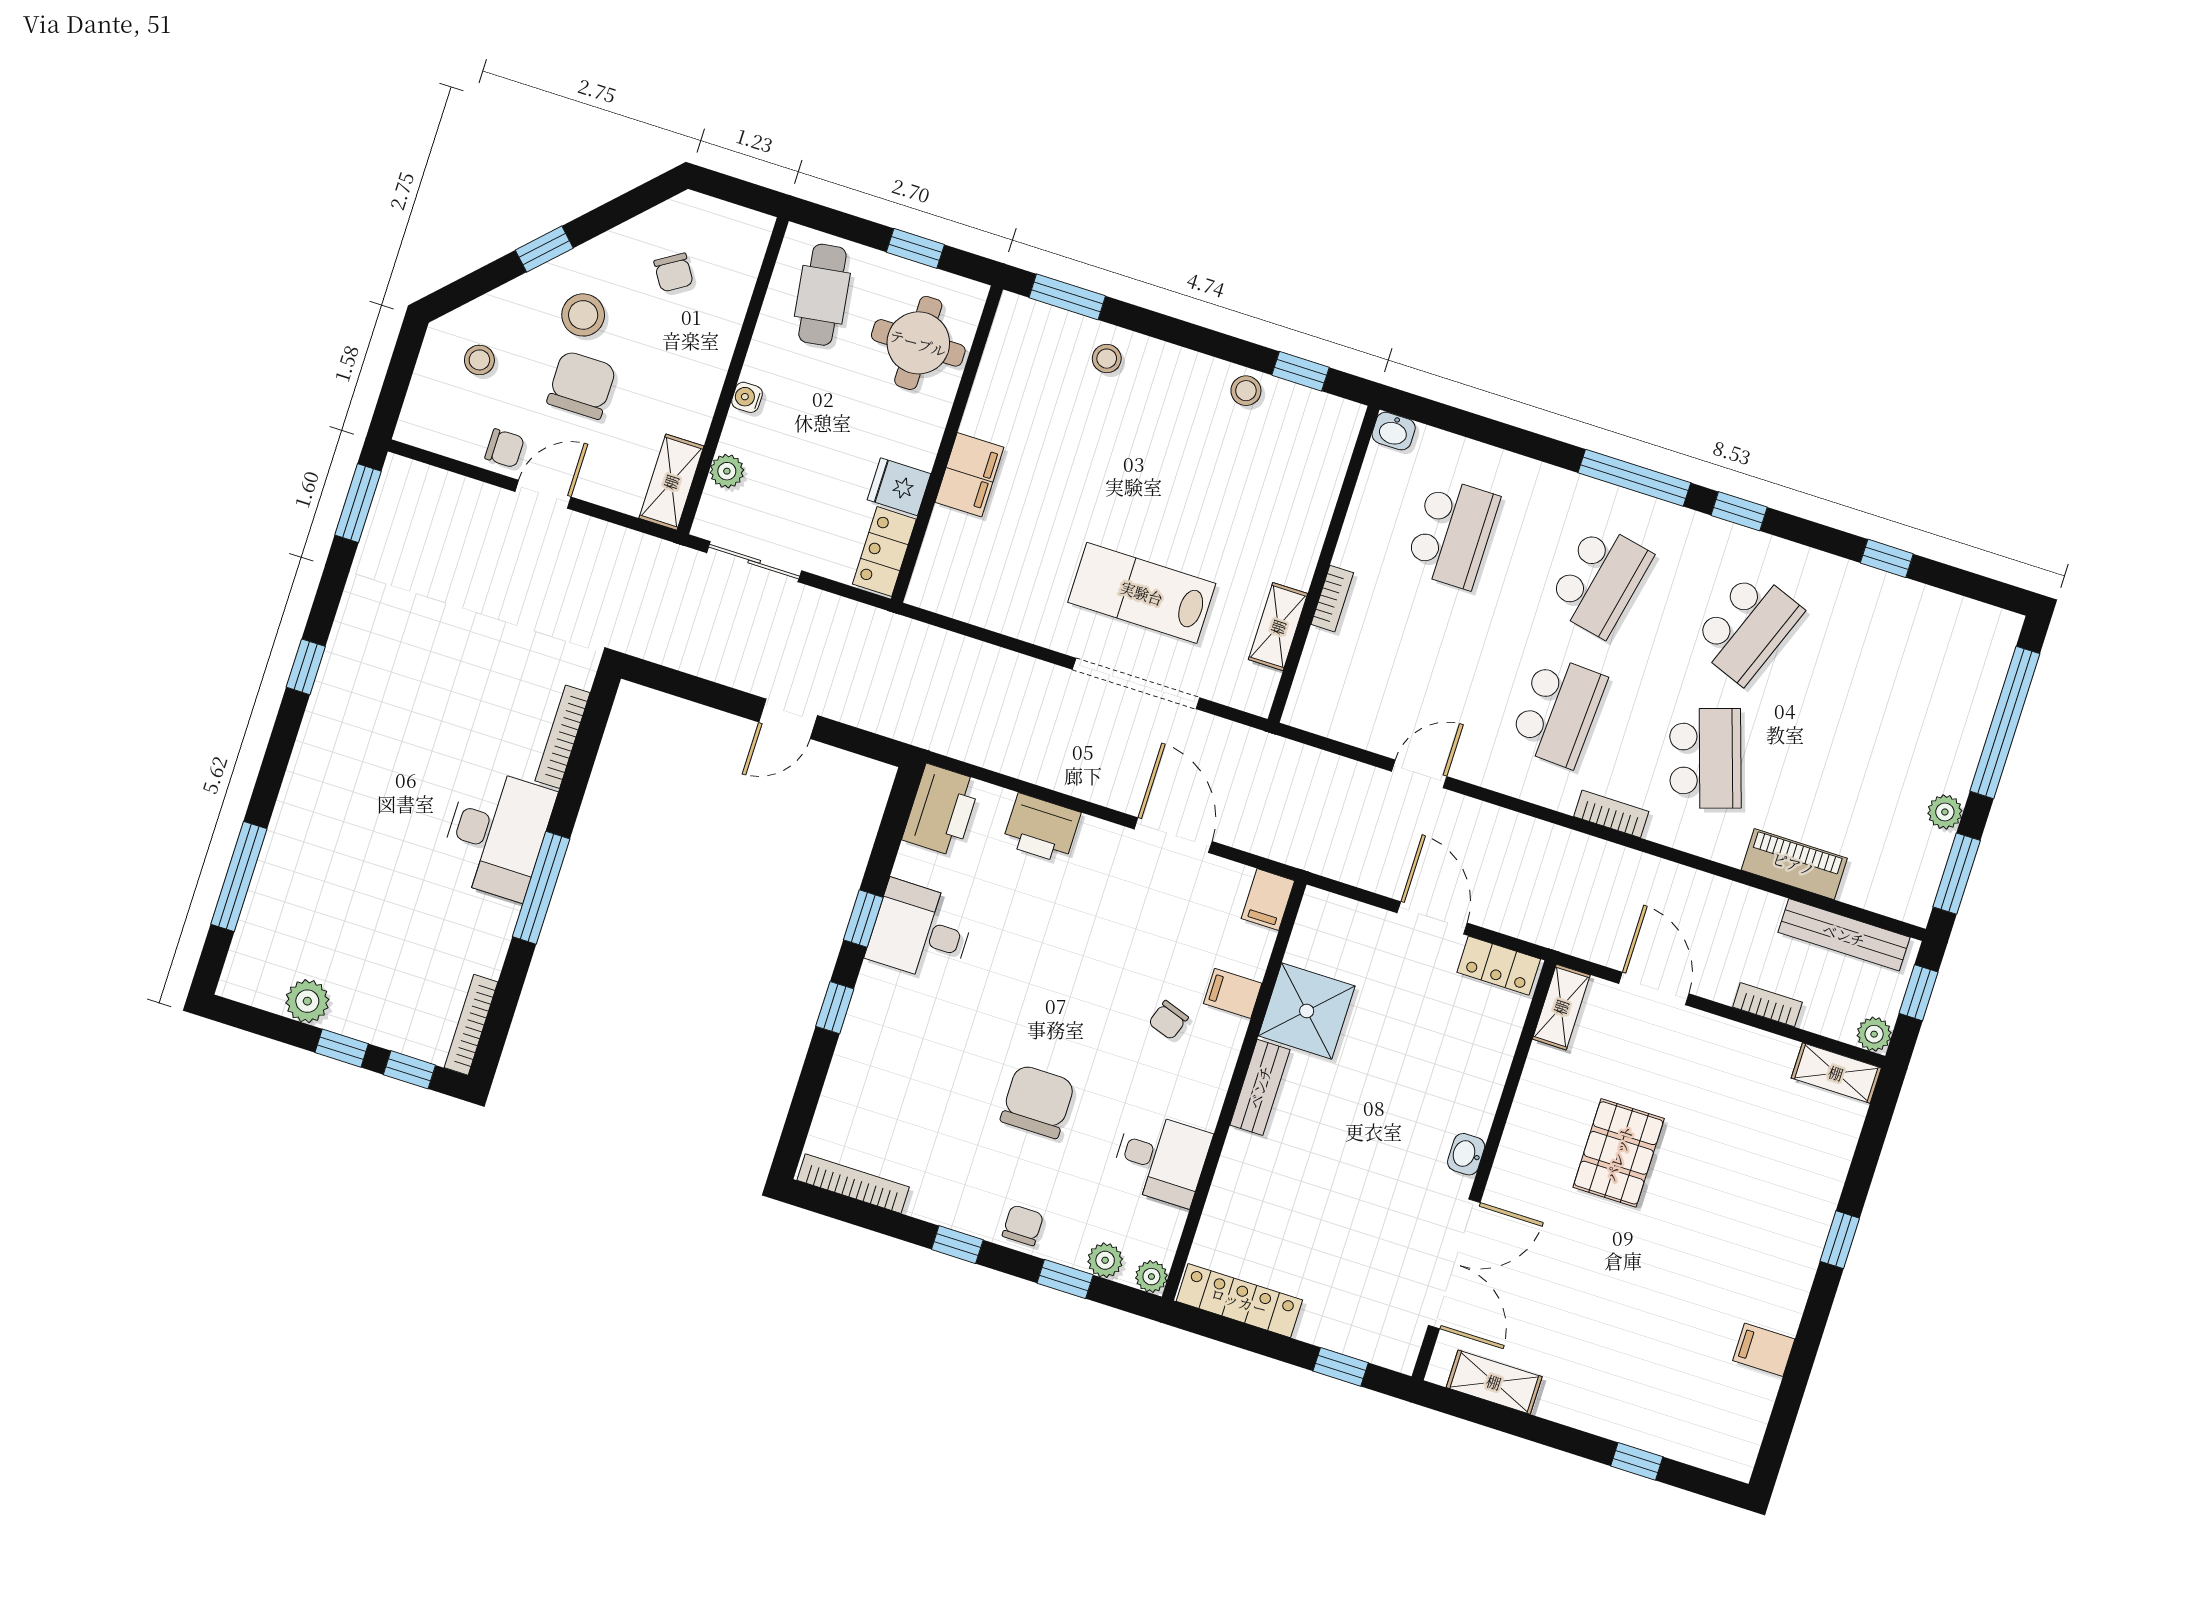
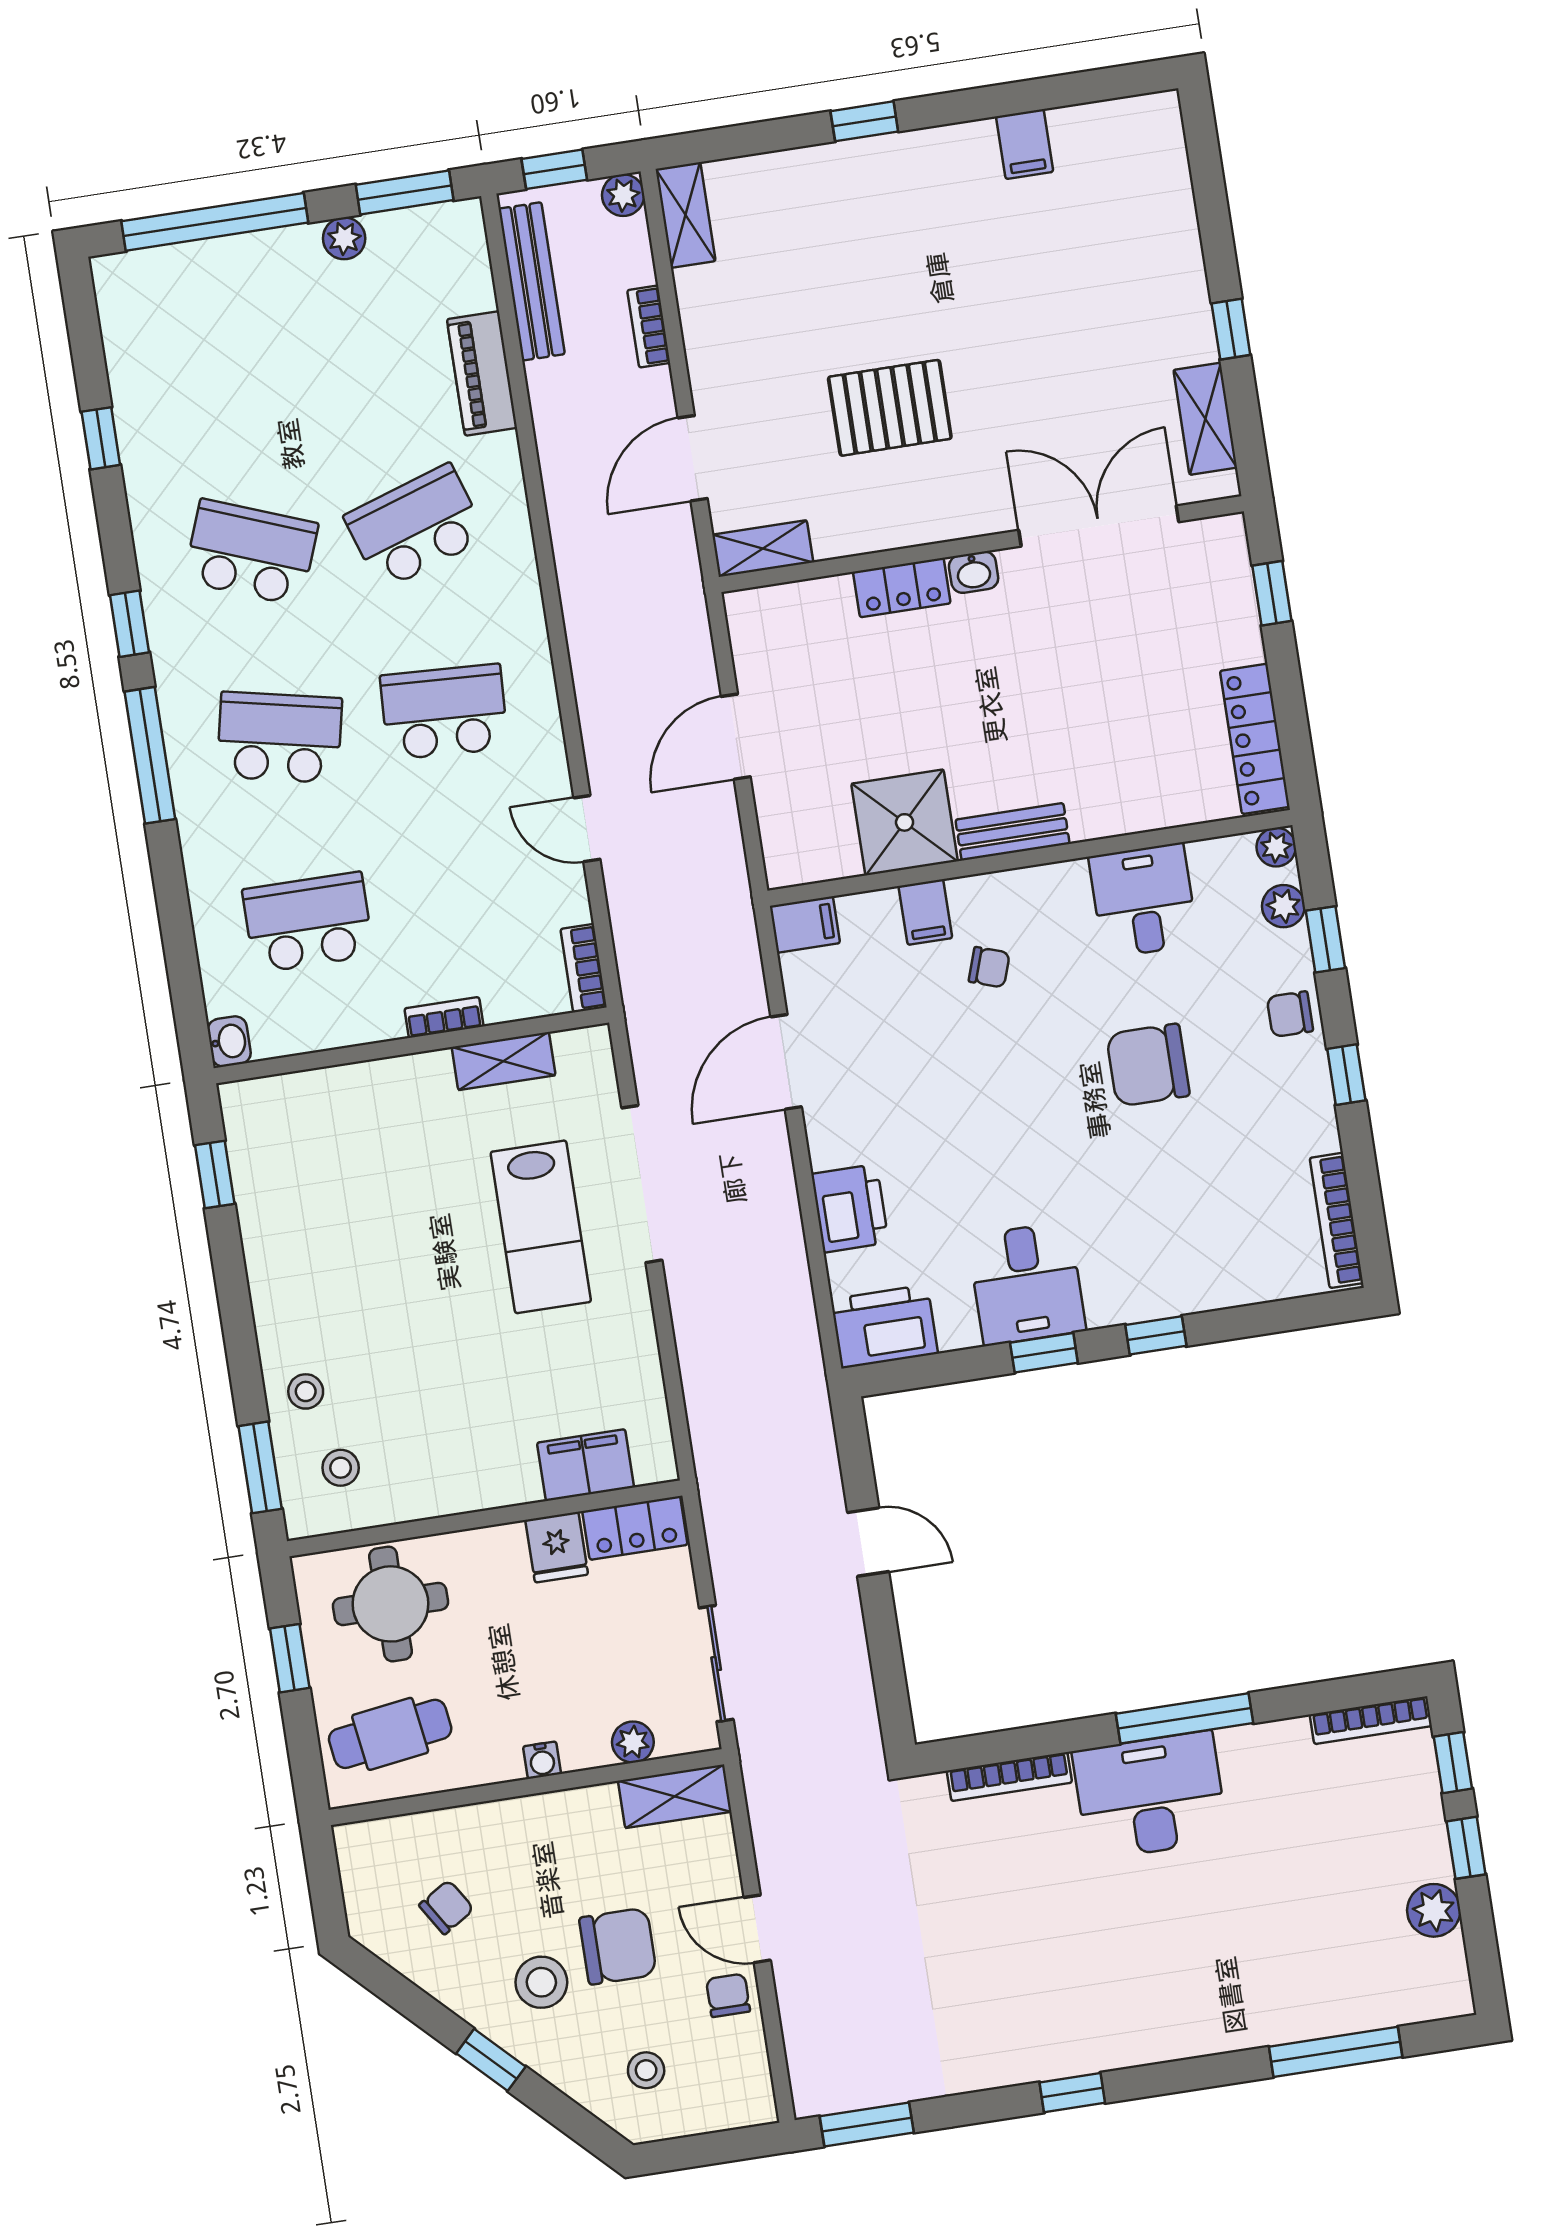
chair: (582, 385) -> (618, 1946), turned 180
stool: (1246, 391) -> (341, 1468), moved
filing cabinet: (969, 475) -> (586, 1465), moved
bookcase: (1611, 814) -> (584, 968), moved
locker: (1499, 966) -> (902, 588), moved, turned 90
window: (1637, 1461) -> (1231, 329), moved

